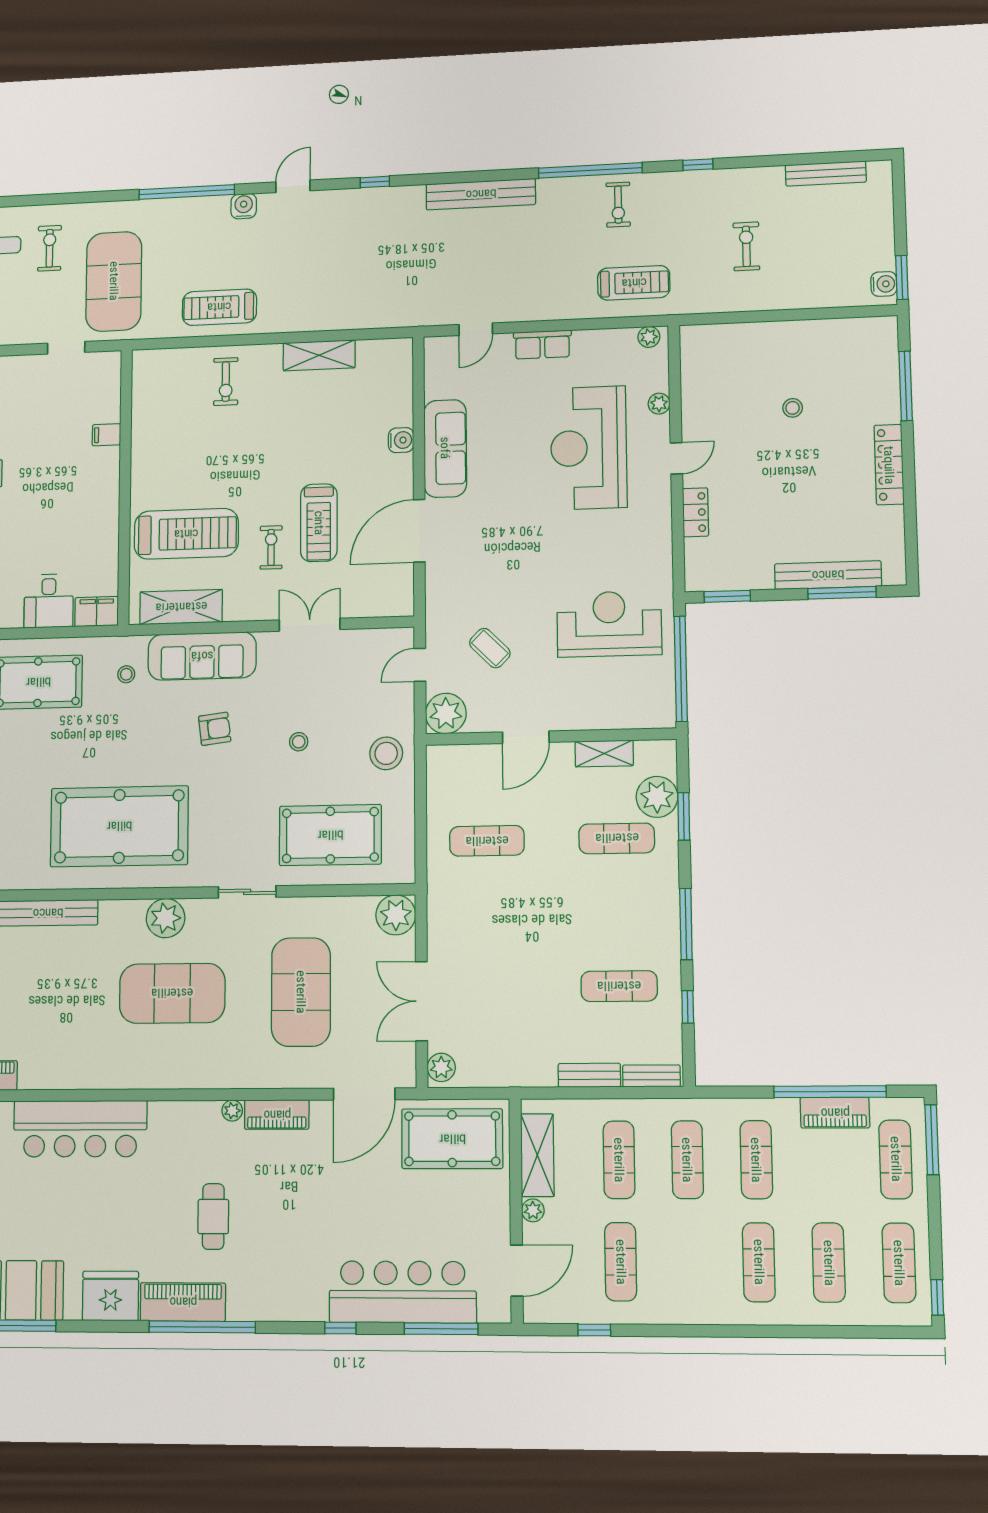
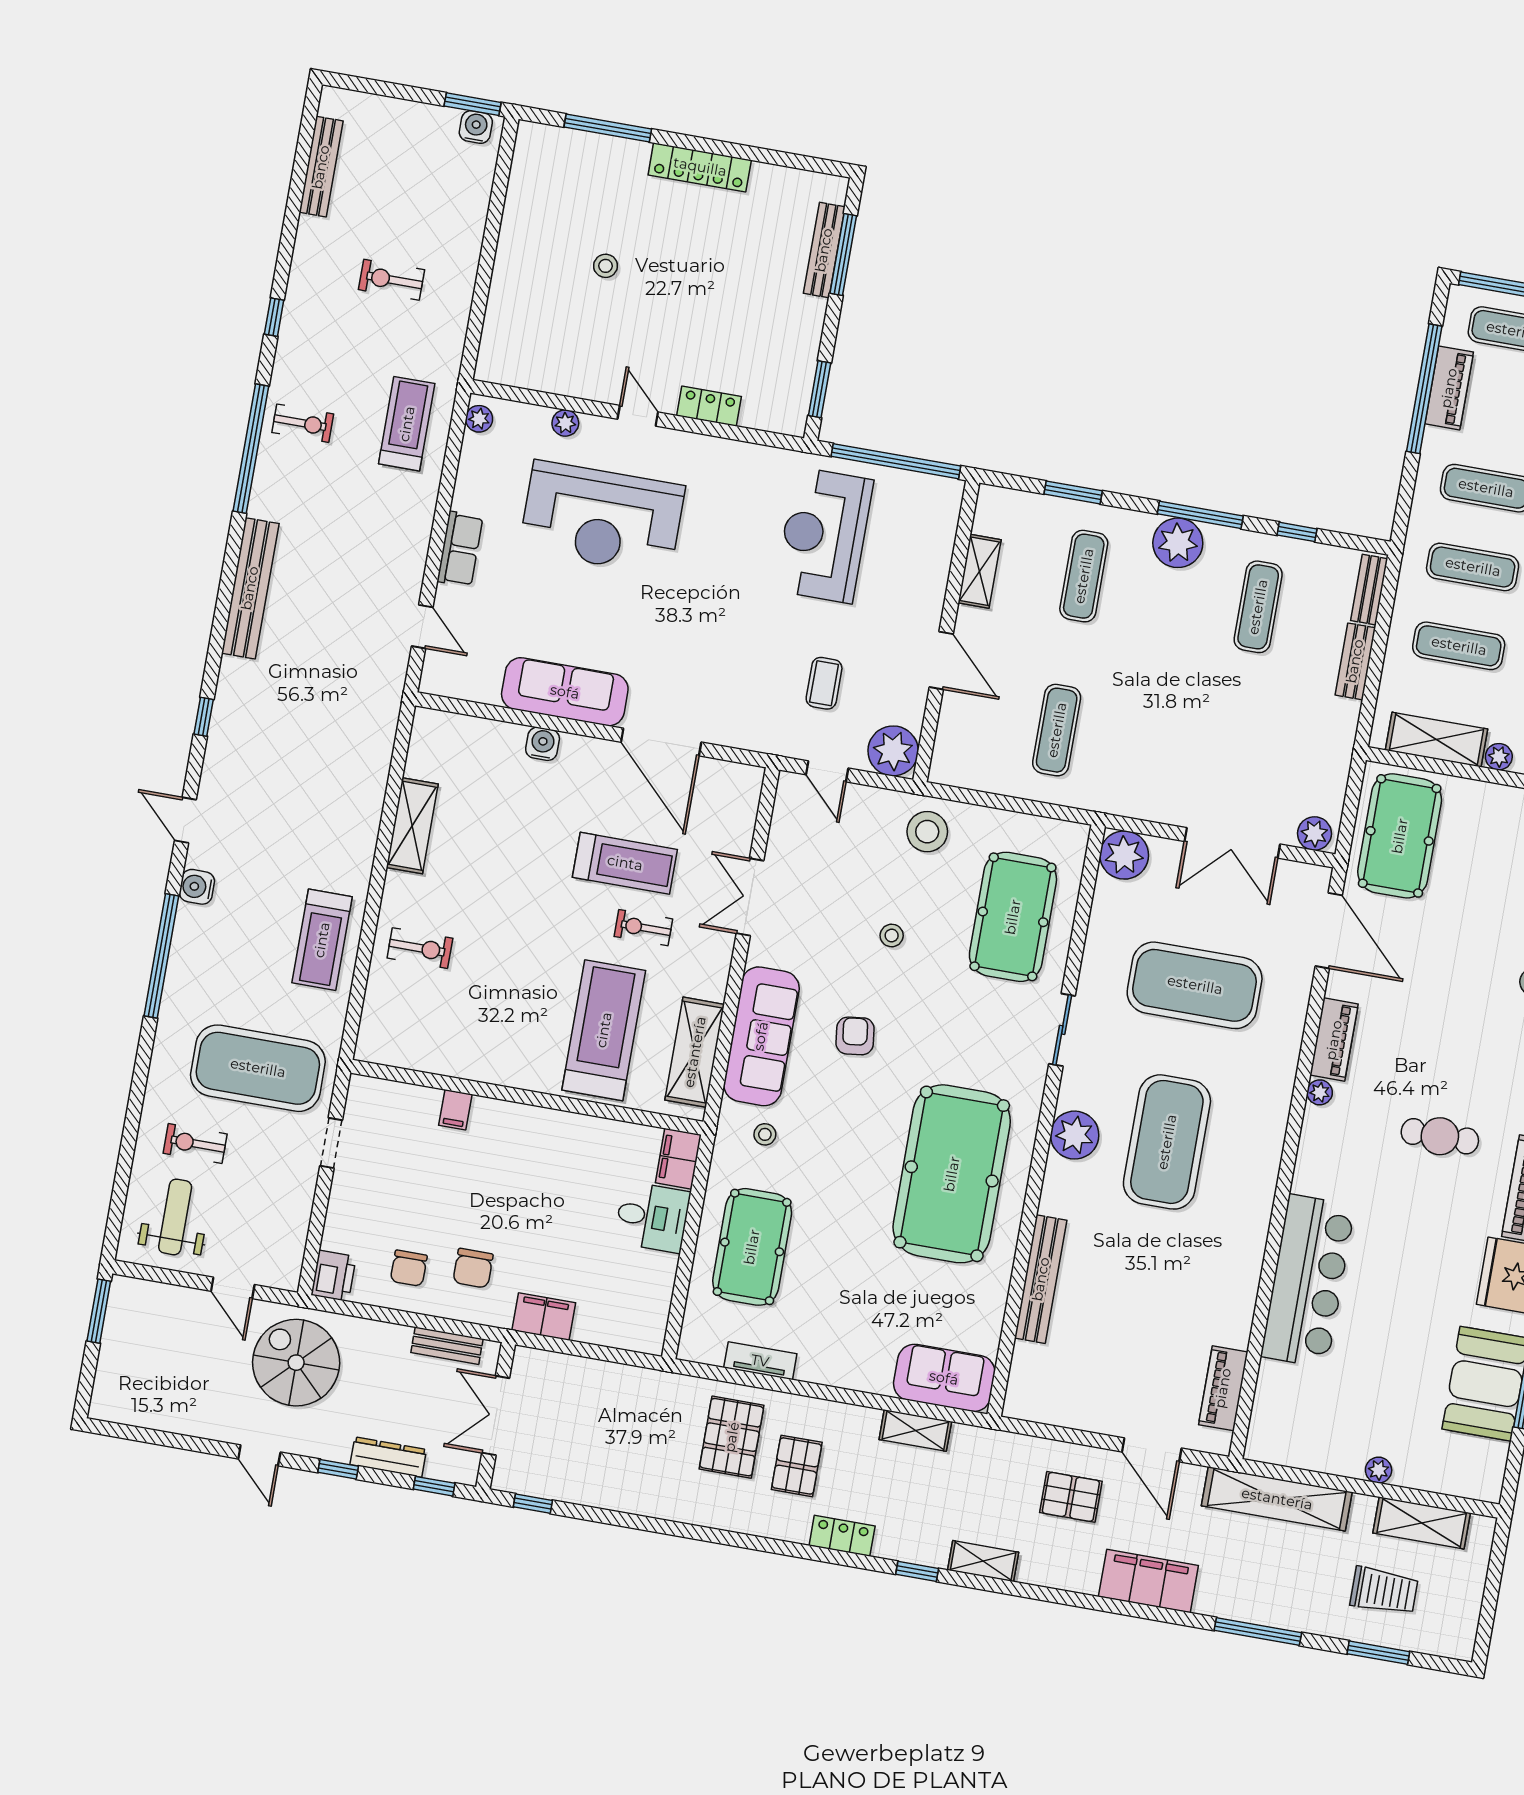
bench: (828, 575) -> (824, 250), width x0.73, depth x0.82
coffee table: (490, 648) -> (824, 683), turned -45
plant: (657, 797) -> (1178, 543), moved

